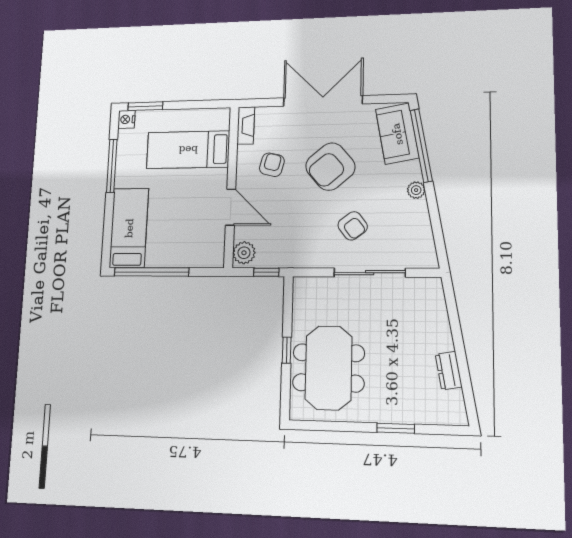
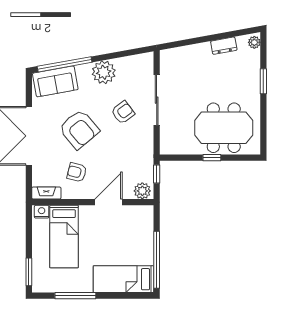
nightstand: (127, 119) -> (42, 212), moved, turned 180
plant: (416, 190) -> (104, 72), width x1.88, depth x1.88
plant: (454, 416) -> (254, 42), added

